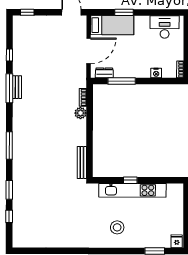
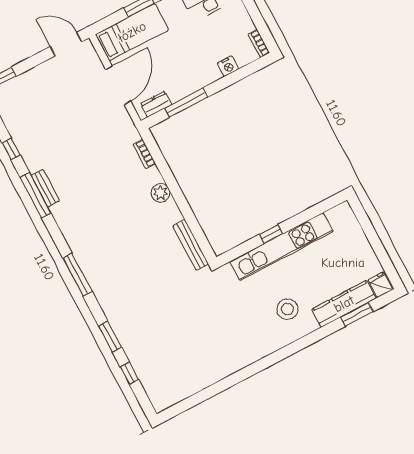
plant: (80, 113) -> (161, 193), moved
kitchen counter: (151, 241) -> (344, 304), added

